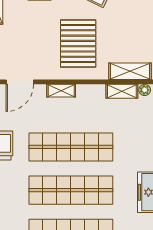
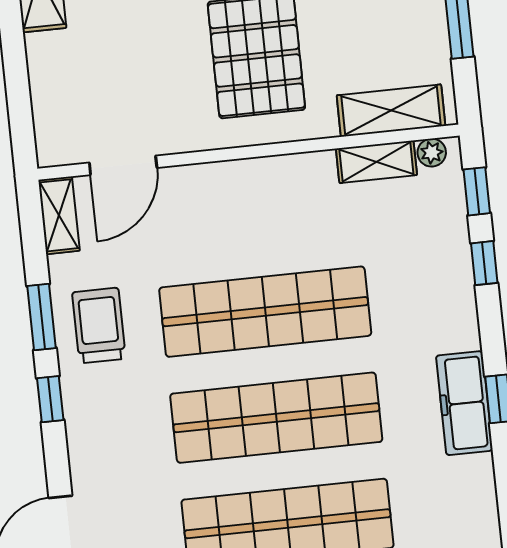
shelving: (61, 91) -> (227, 176), removed

